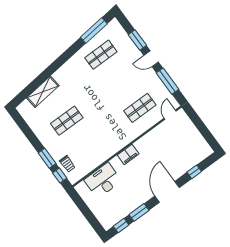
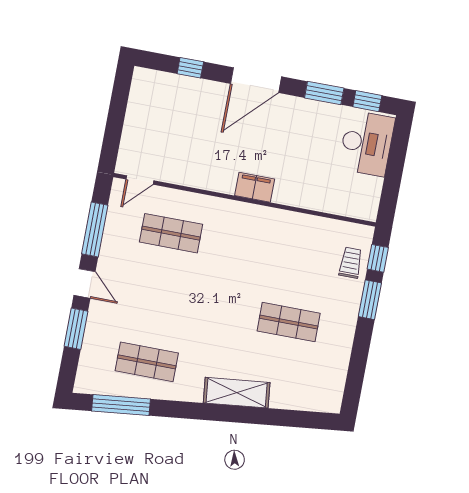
shelving: (43, 92) -> (237, 393), moved
desk: (103, 180) -> (367, 143), moved, turned -90

